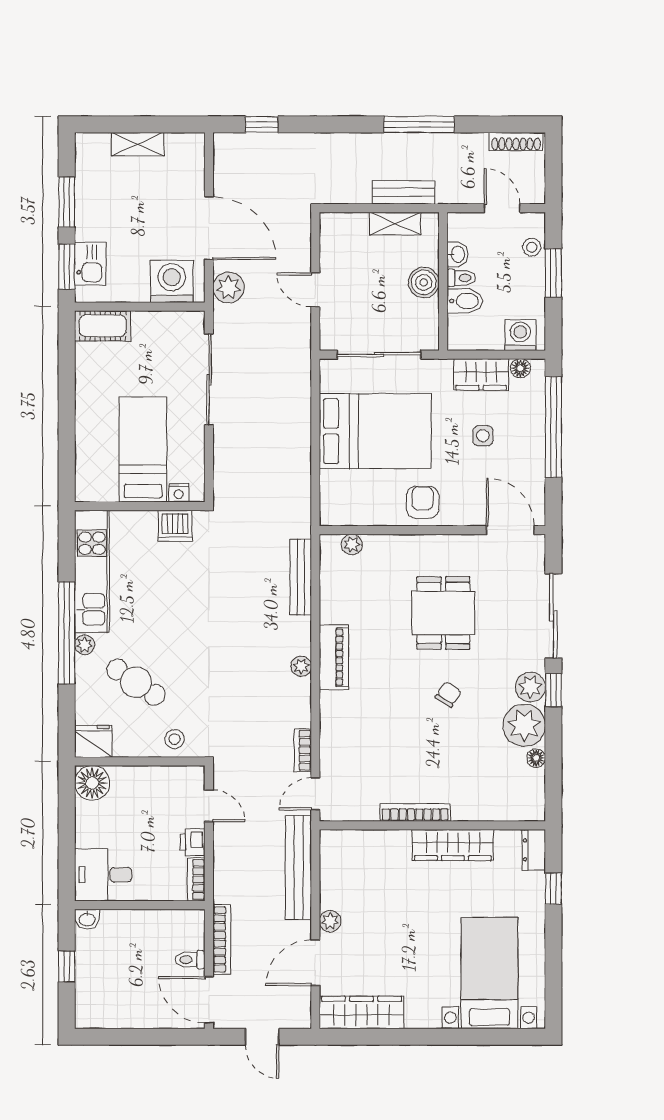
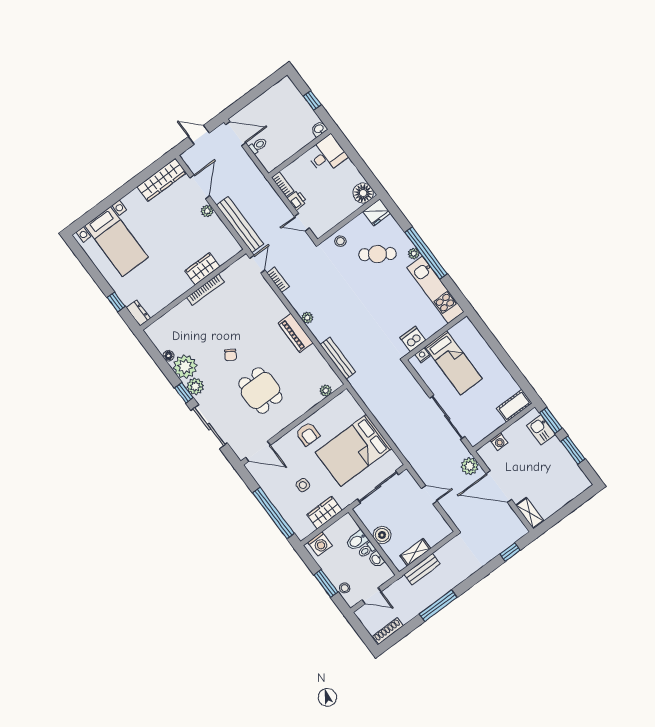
shelving: (138, 144) -> (530, 513), moved, turned 90
washing machine: (172, 281) -> (499, 442), width x0.53, depth x0.53
floor lamp: (520, 368) -> (309, 529), removed
wardrobe: (453, 845) -> (202, 269), moved, width x0.67
bookcase: (222, 939) -> (251, 166), removed

